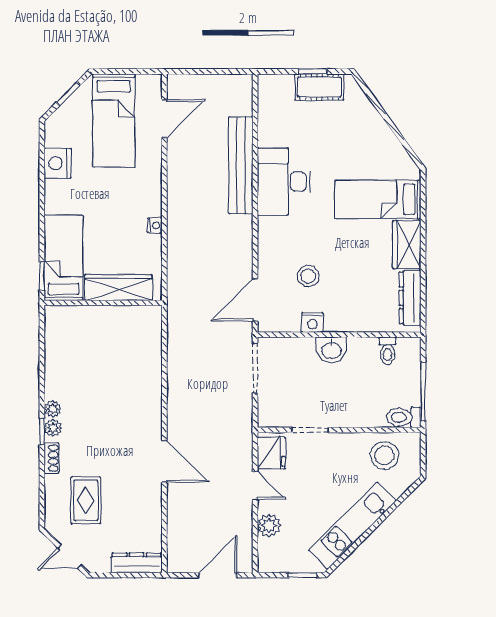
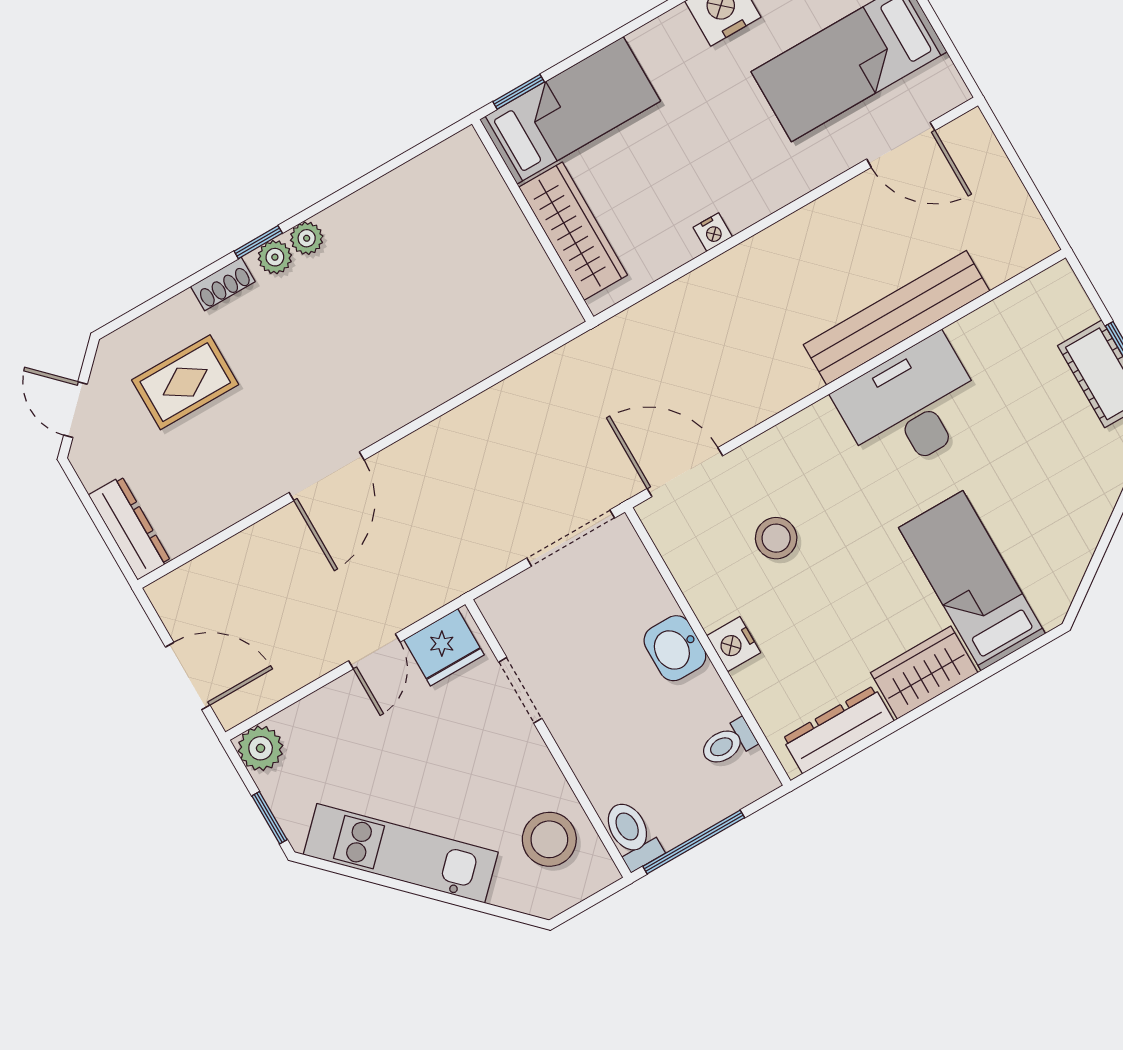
nightstand: (312, 322) -> (734, 644), moved
plant: (269, 526) -> (261, 748), moved

